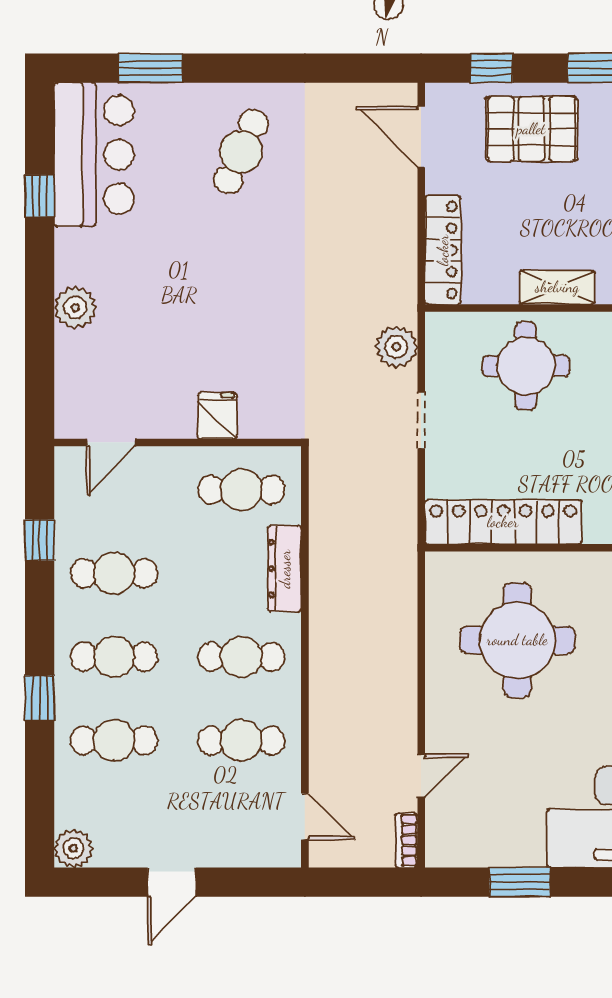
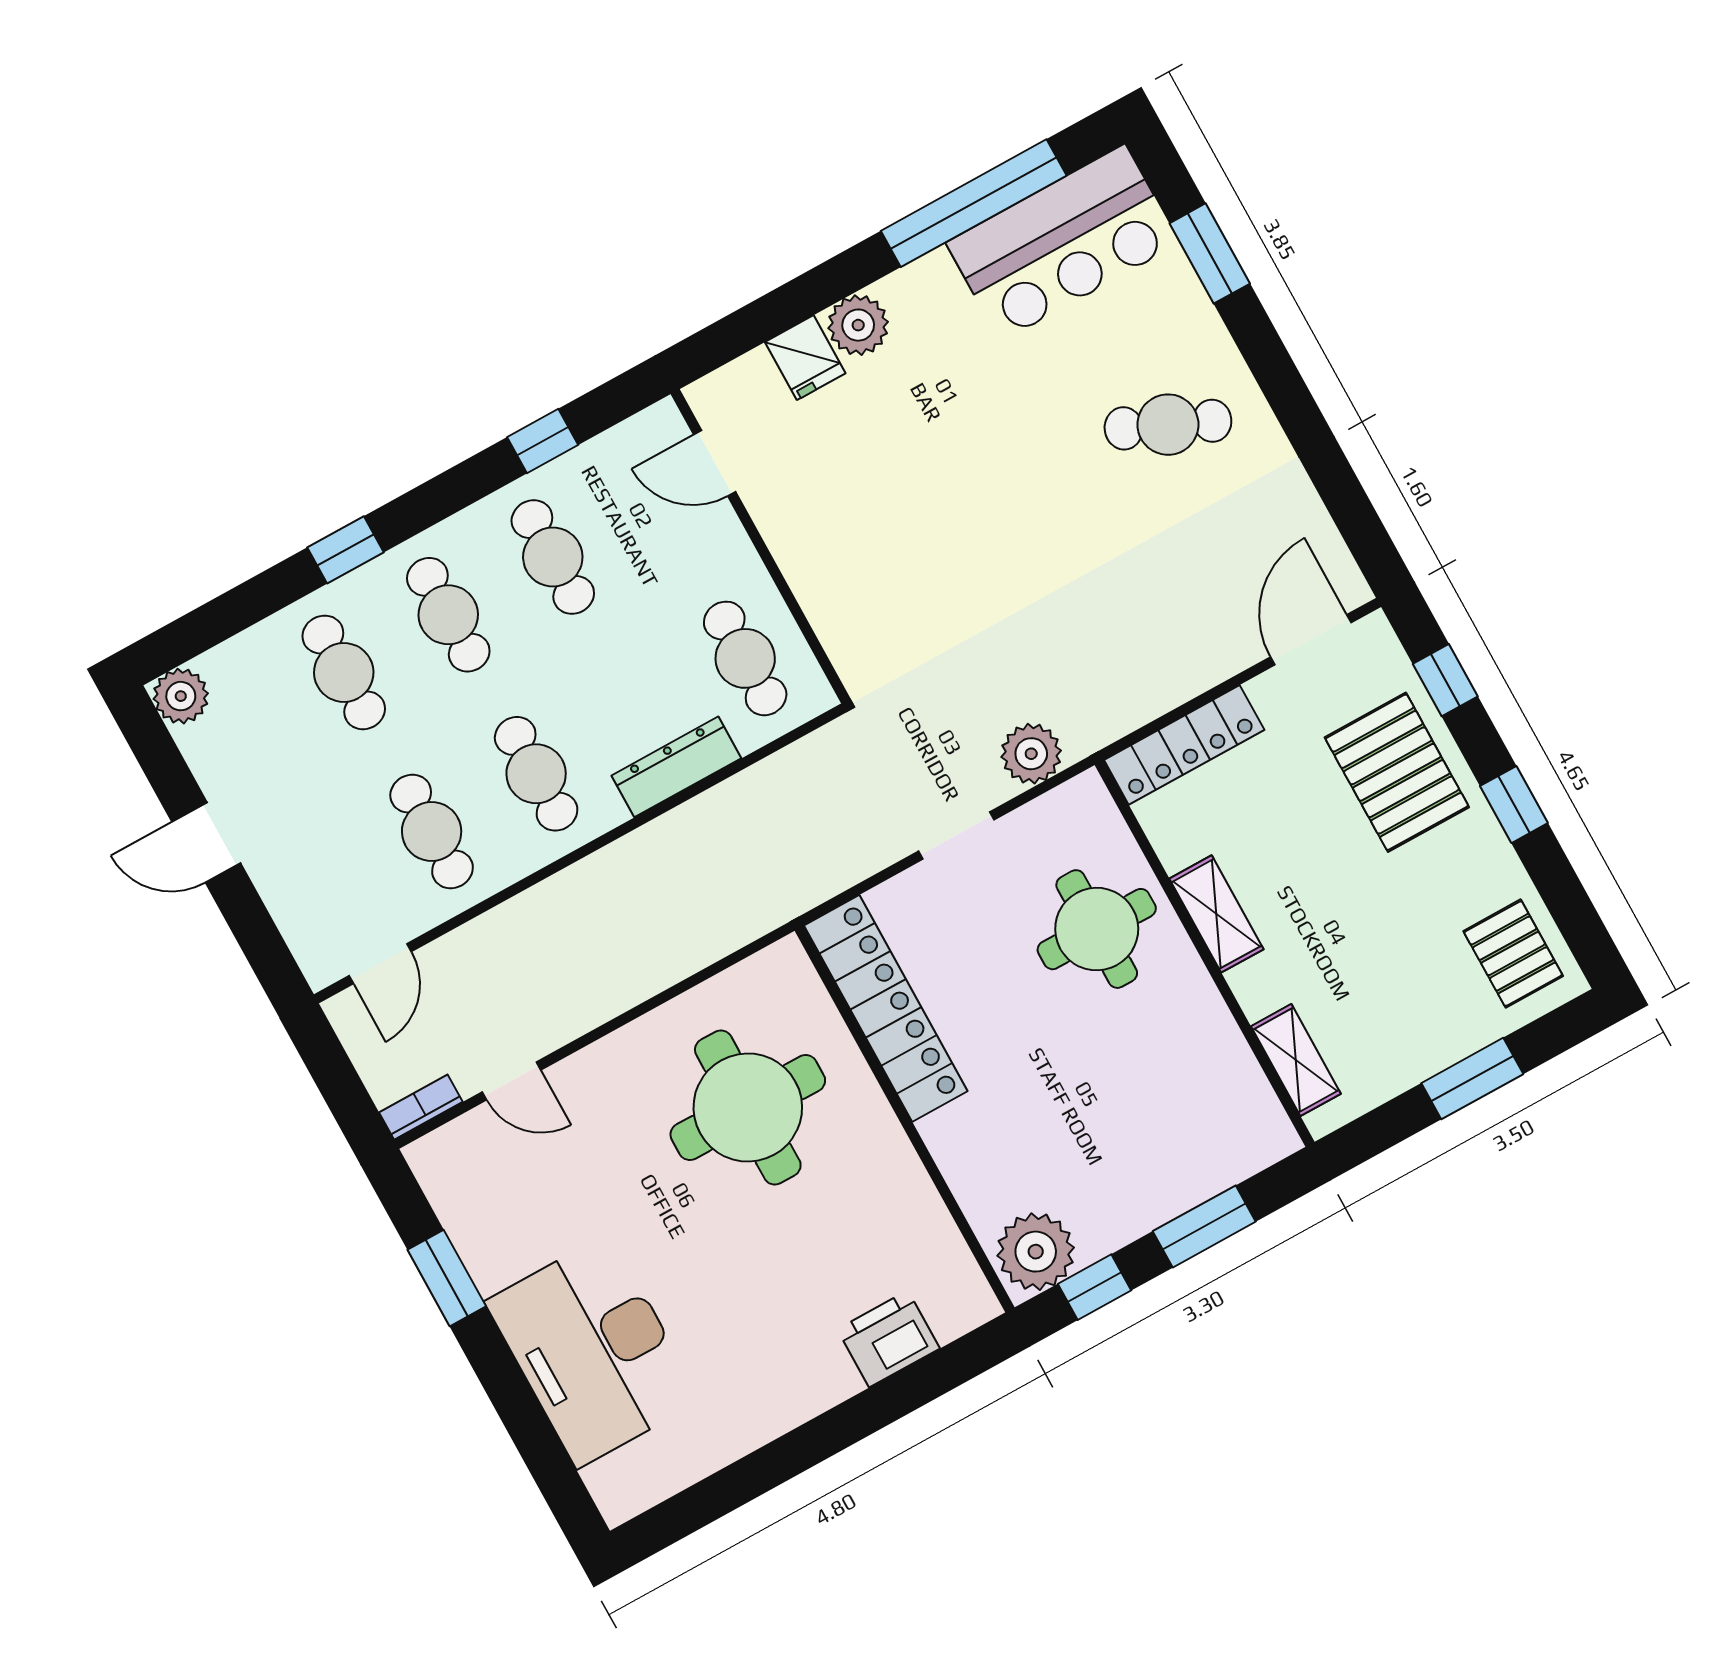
window: (40, 196) -> (974, 203), width x3.17
fridge: (217, 416) -> (805, 358), moved, turned 90

